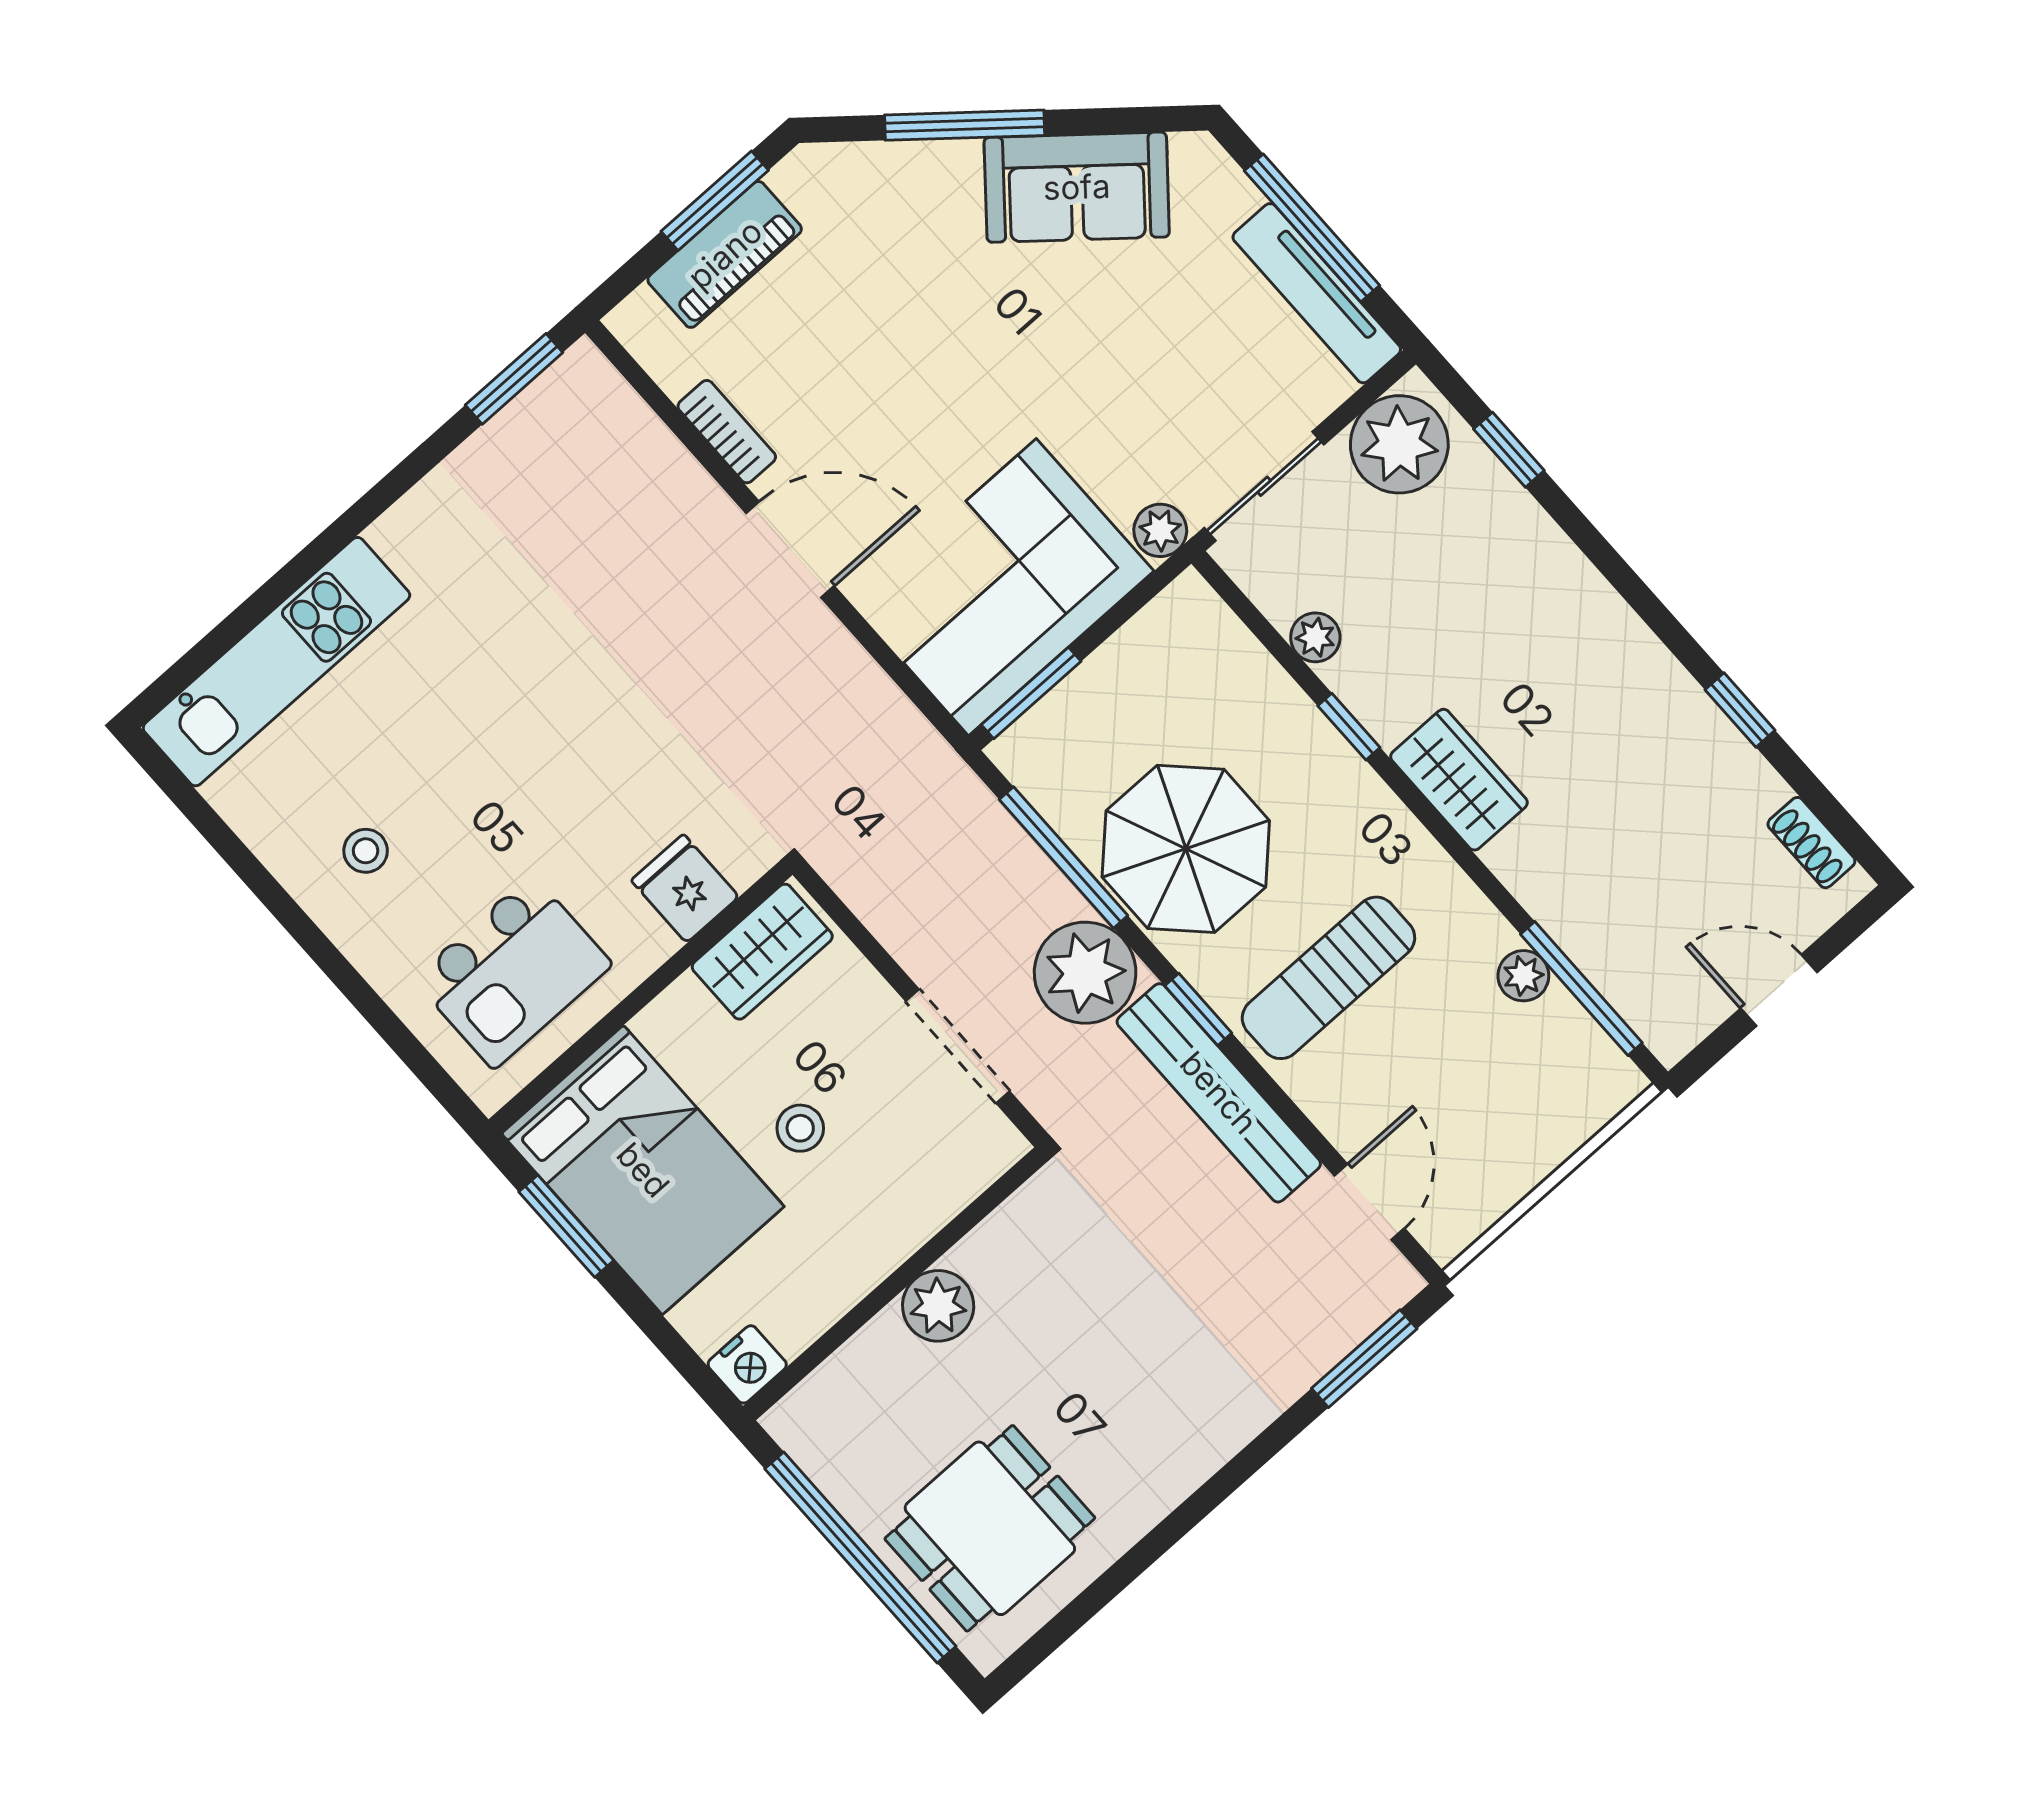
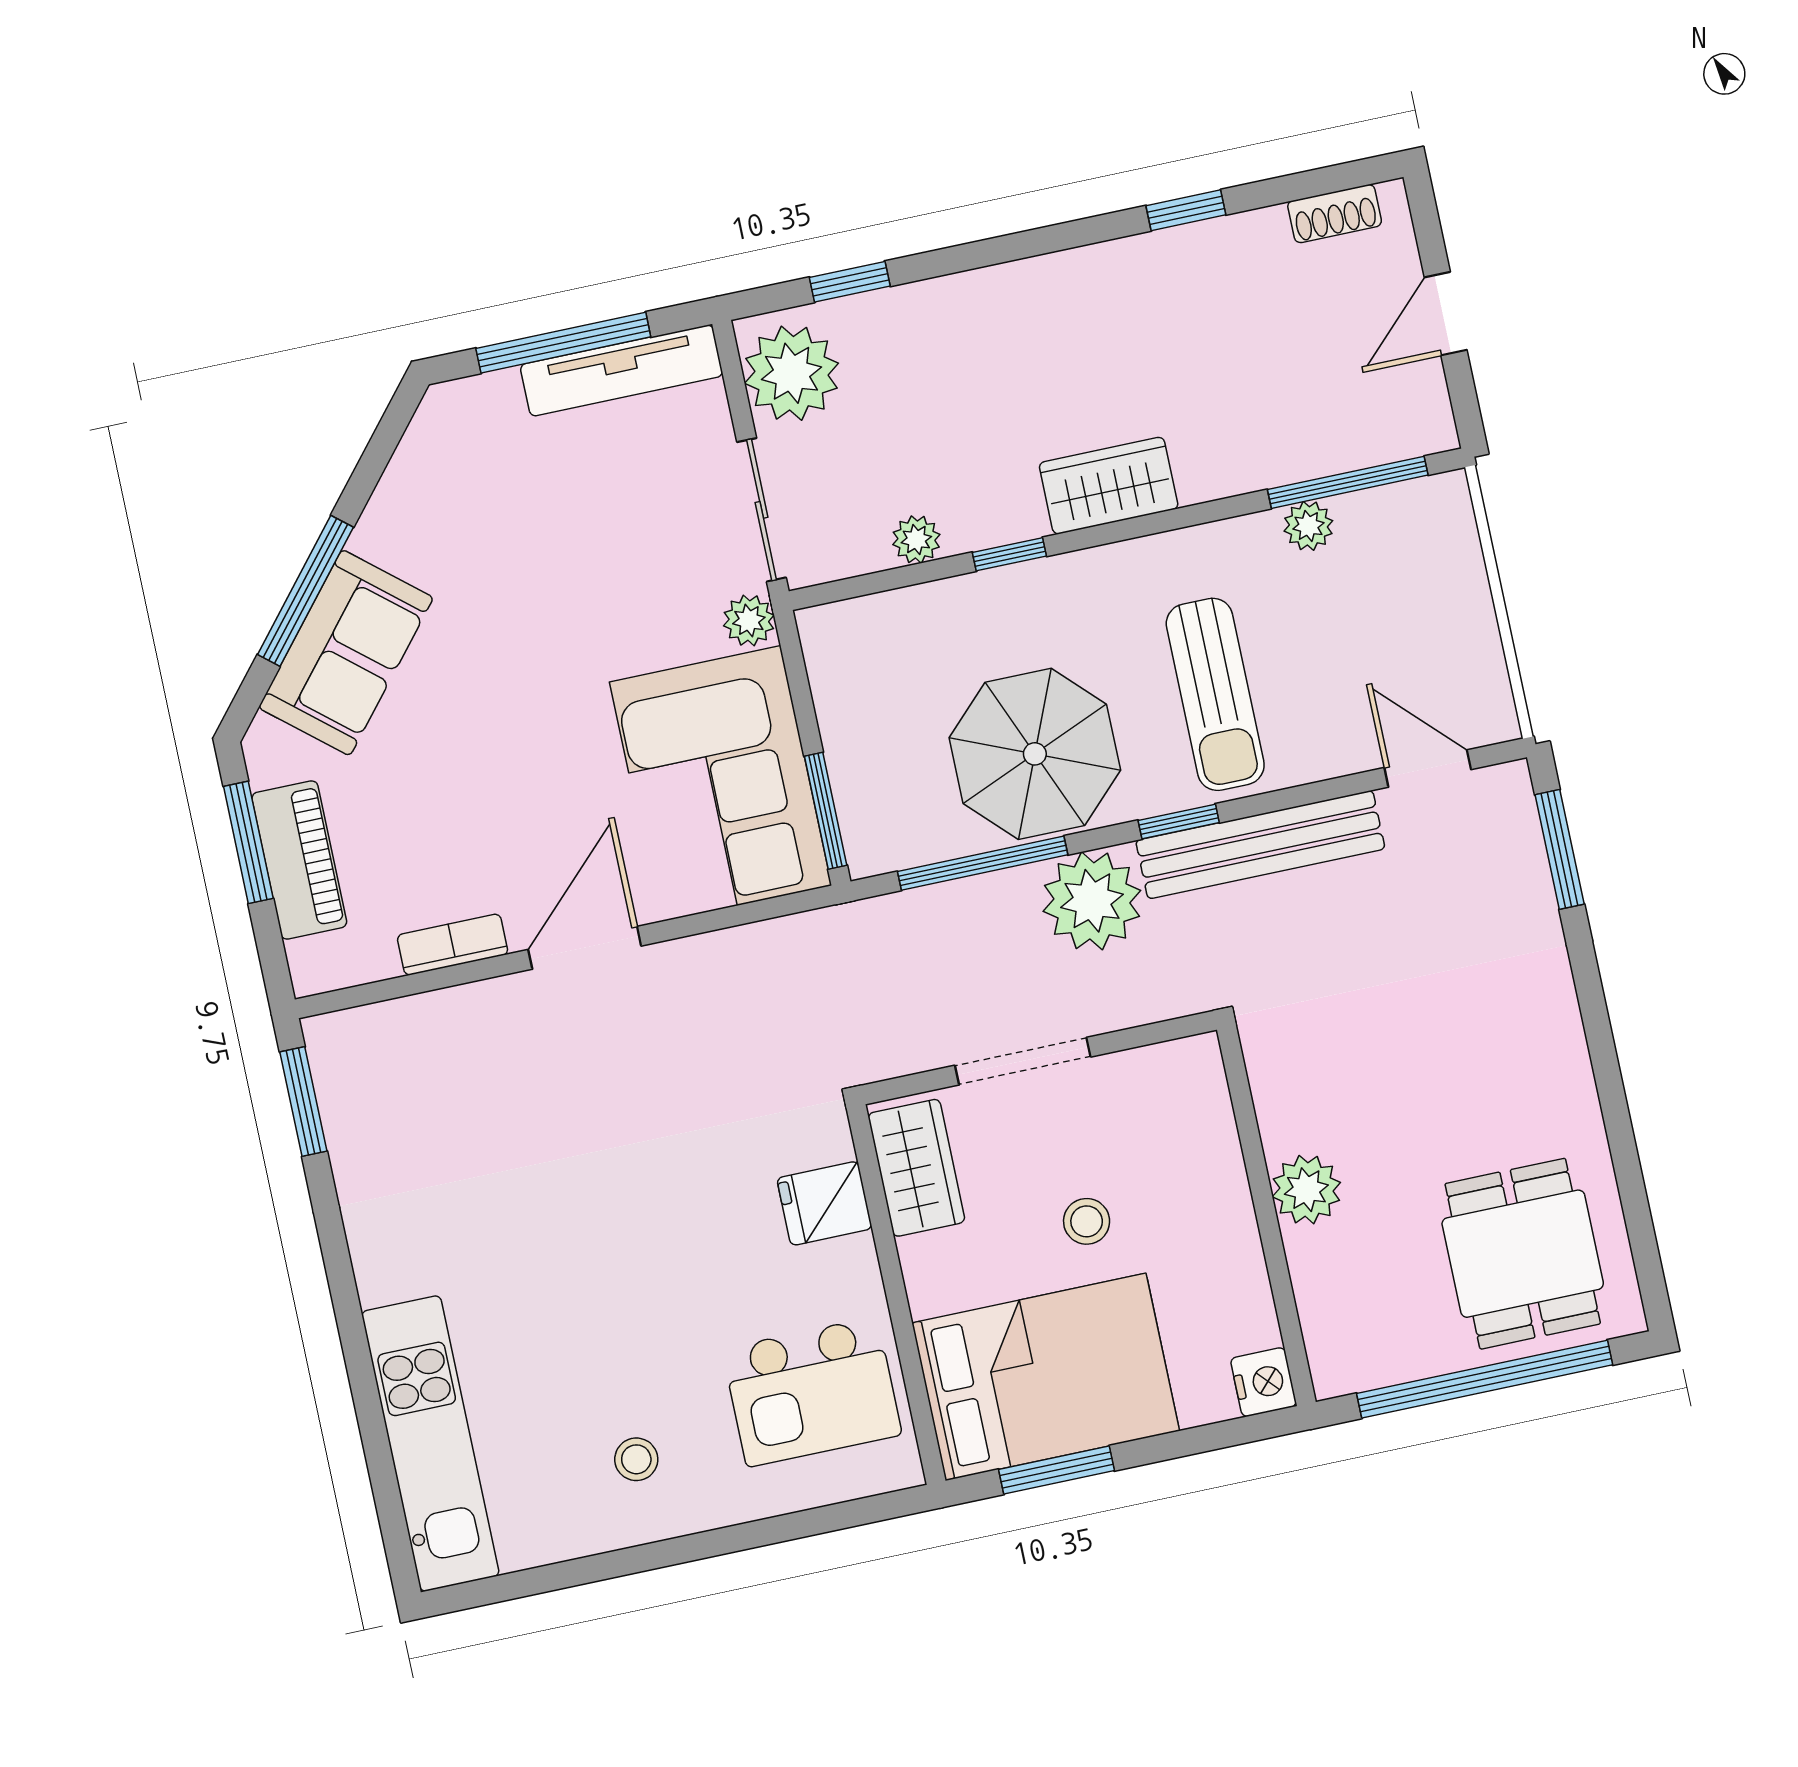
sofa: (1077, 187) -> (346, 653), moved
kitchen island: (513, 972) -> (812, 1392), turned 90
doorway: (958, 1046) -> (1023, 1061), moved

